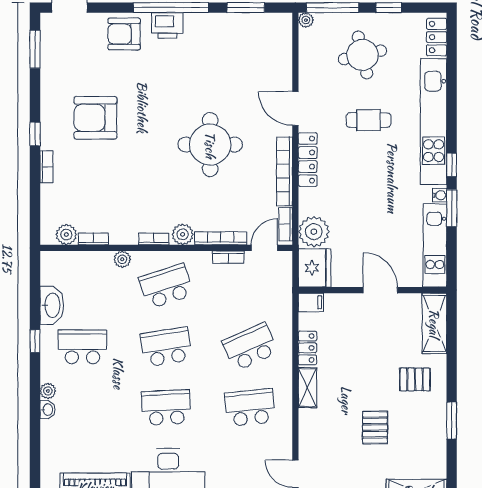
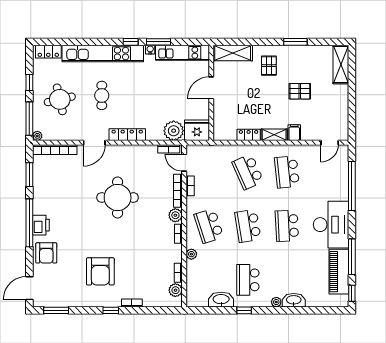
bookcase: (285, 171) -> (55, 150), moved
filing cabinet: (311, 302) -> (294, 133), moved
washbasin: (47, 410) -> (294, 300), width x1.91, depth x1.45

